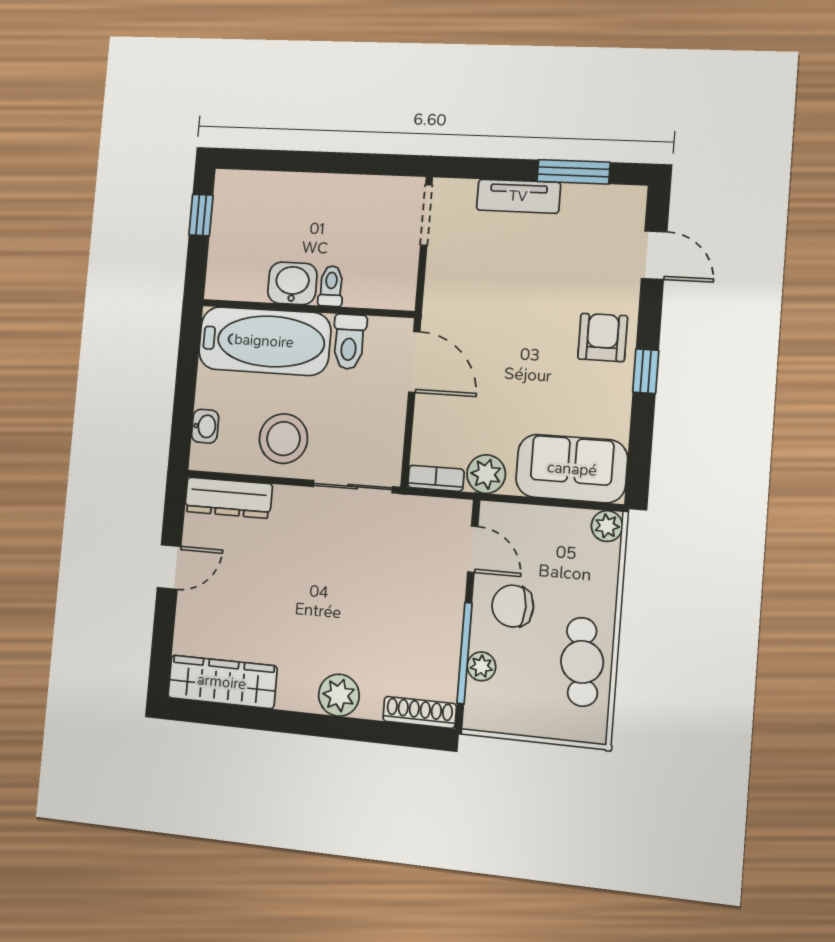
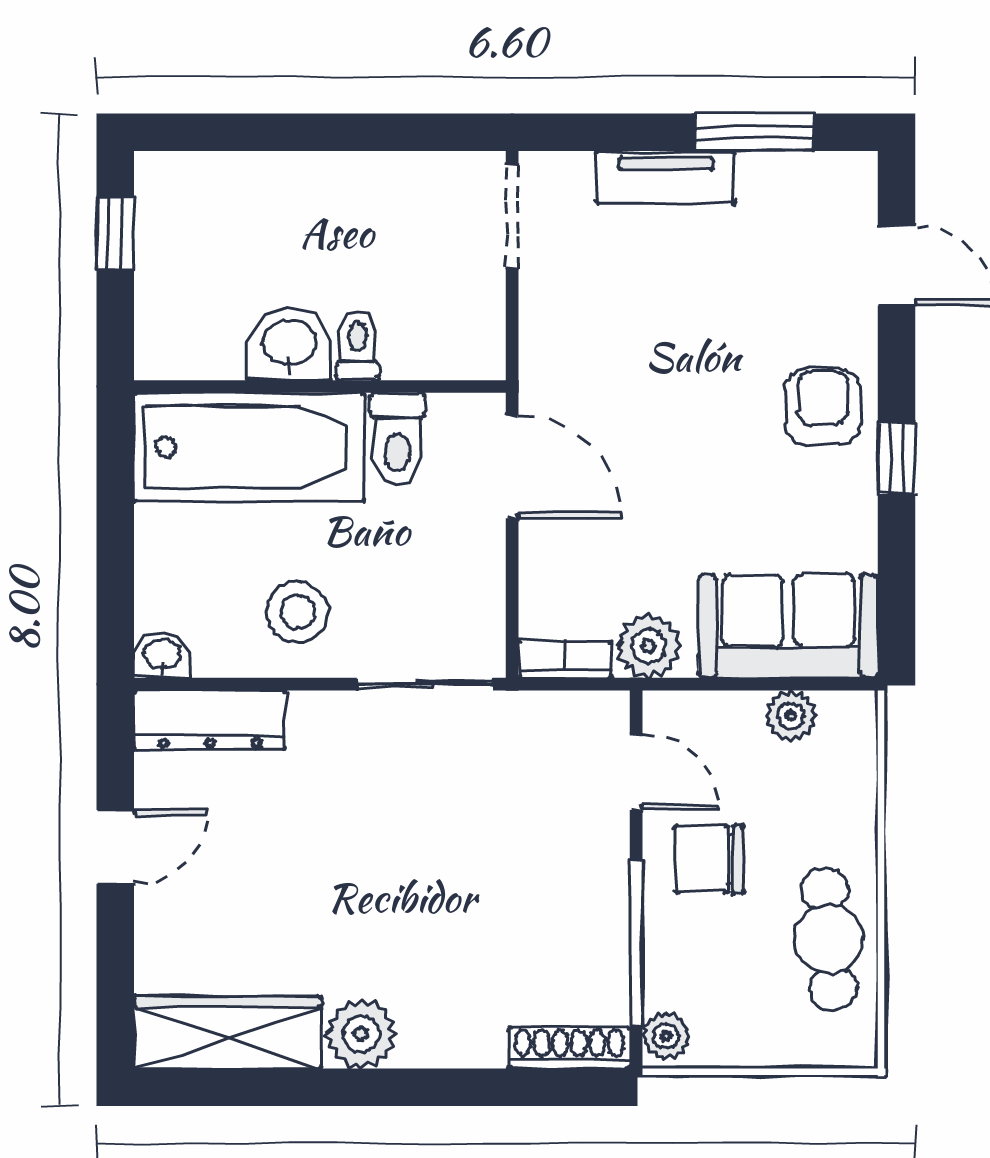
washbasin: (205, 426) -> (162, 655), moved, turned -90
stool: (283, 439) -> (297, 612), width x0.73, depth x0.73
plant: (607, 526) -> (791, 716), moved
plant: (481, 666) -> (666, 1036), moved
plant: (339, 695) -> (361, 1034), moved

